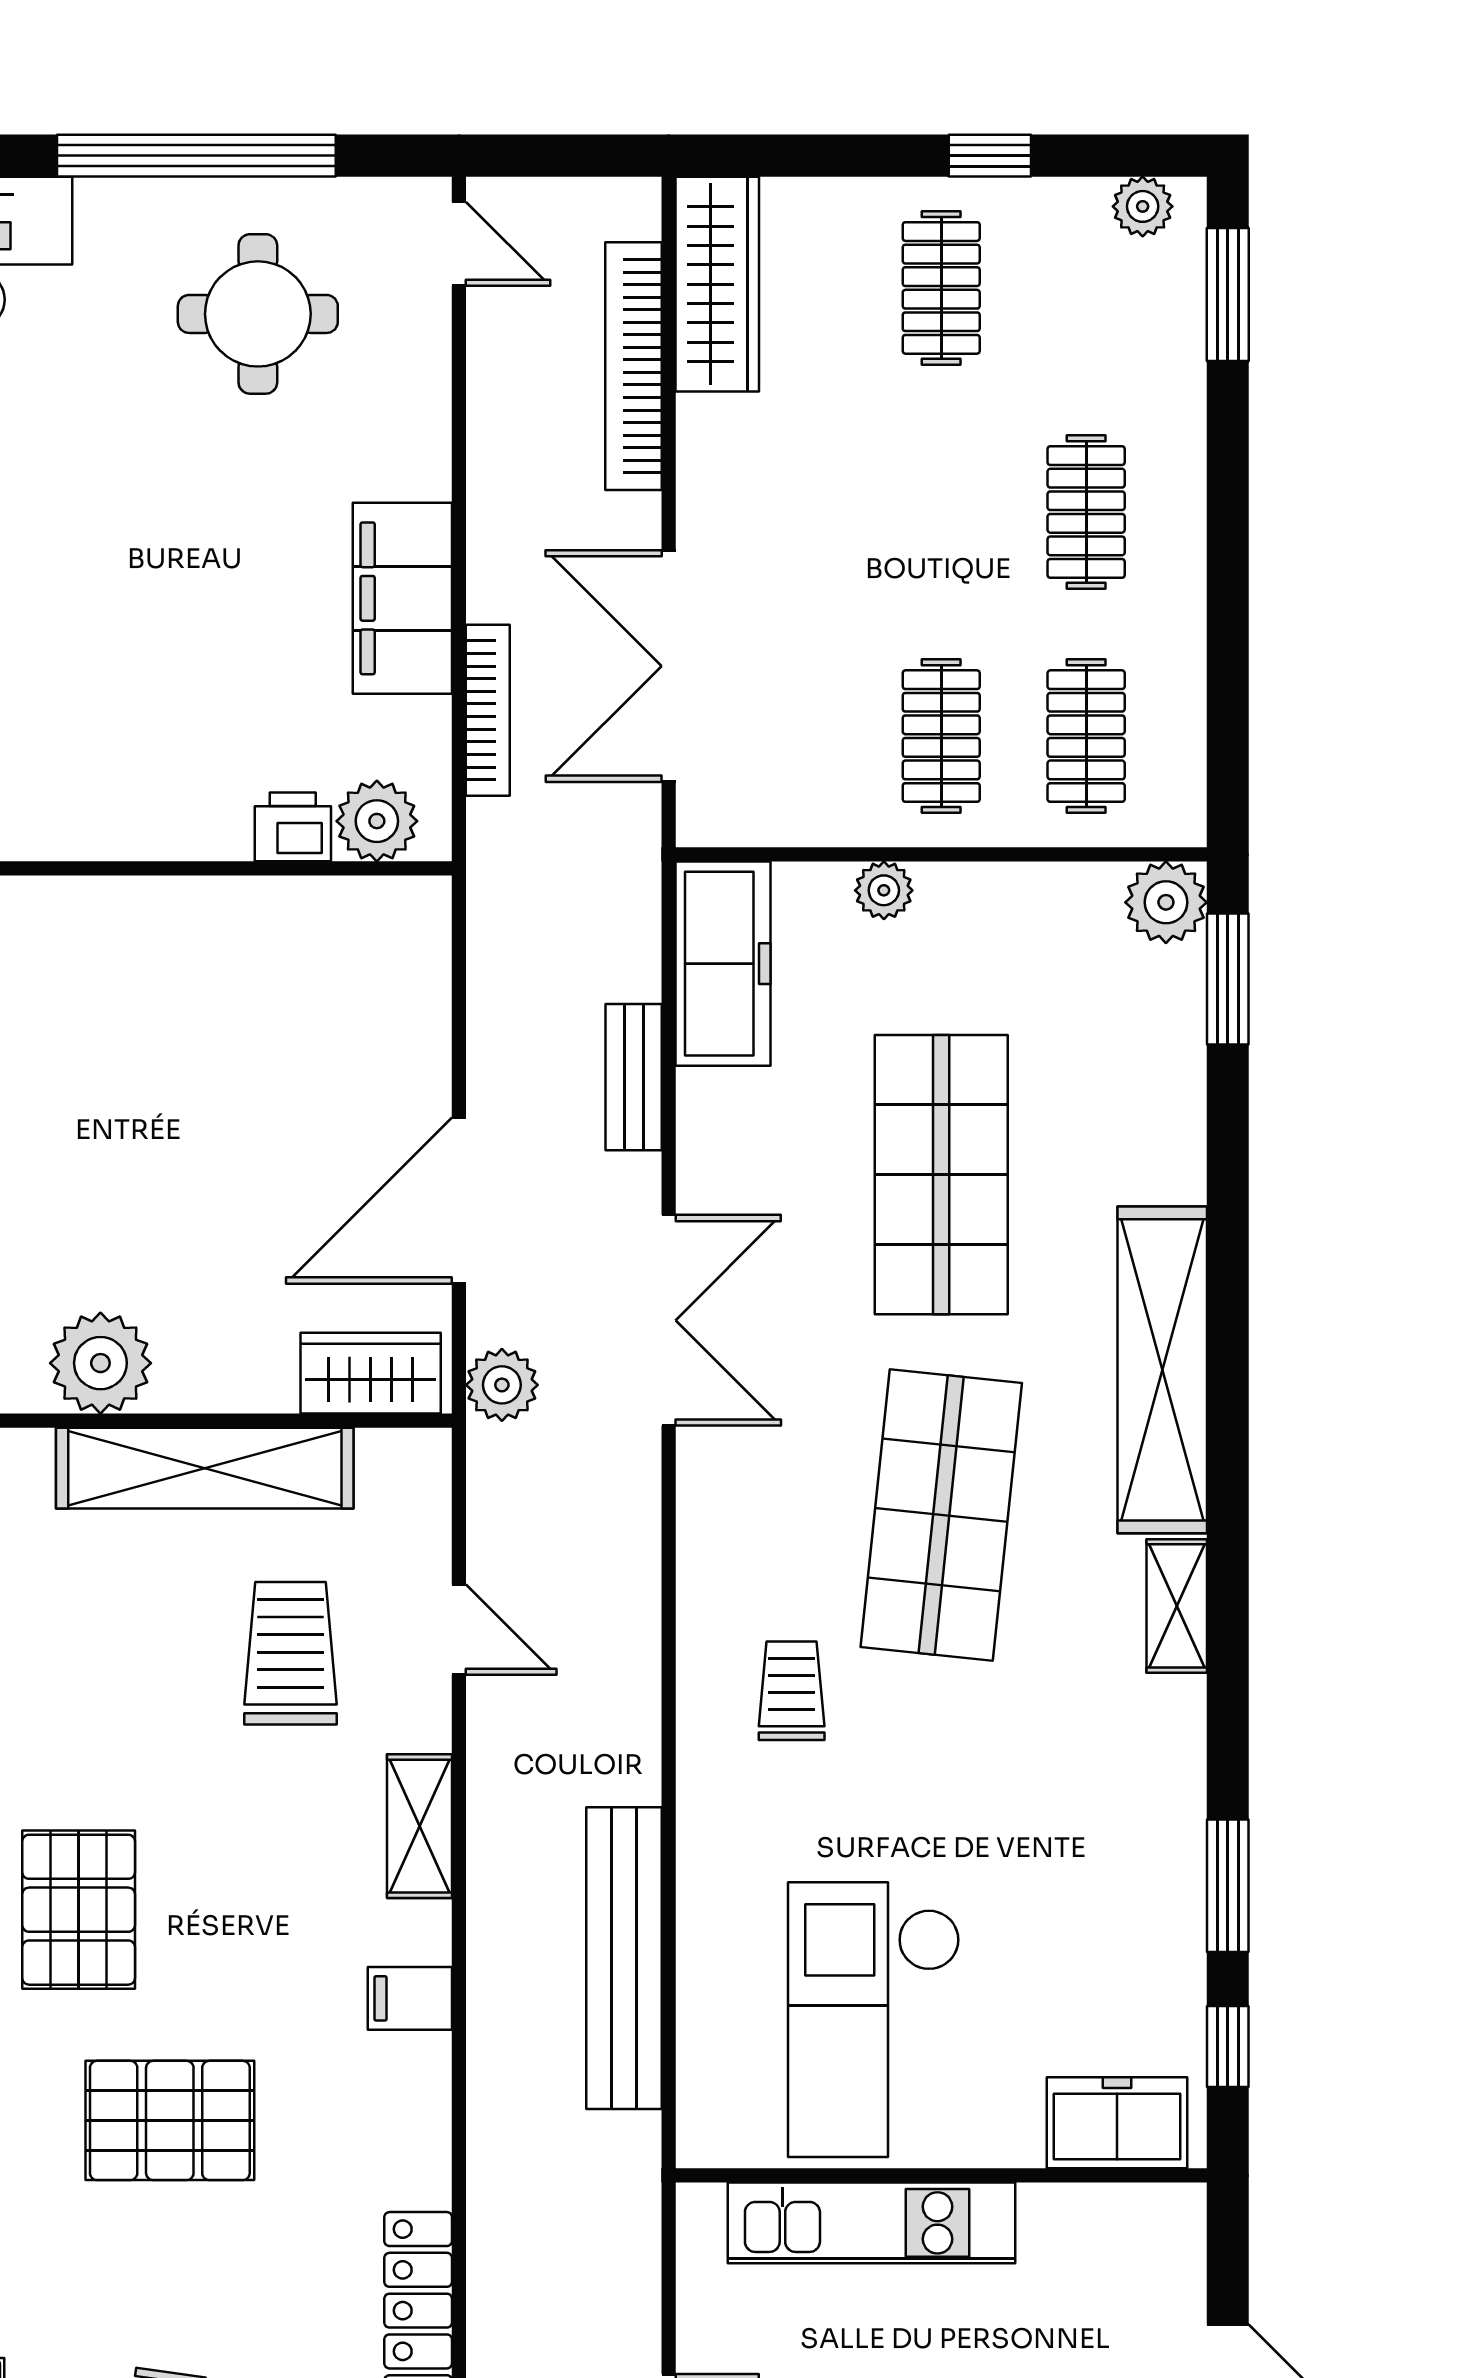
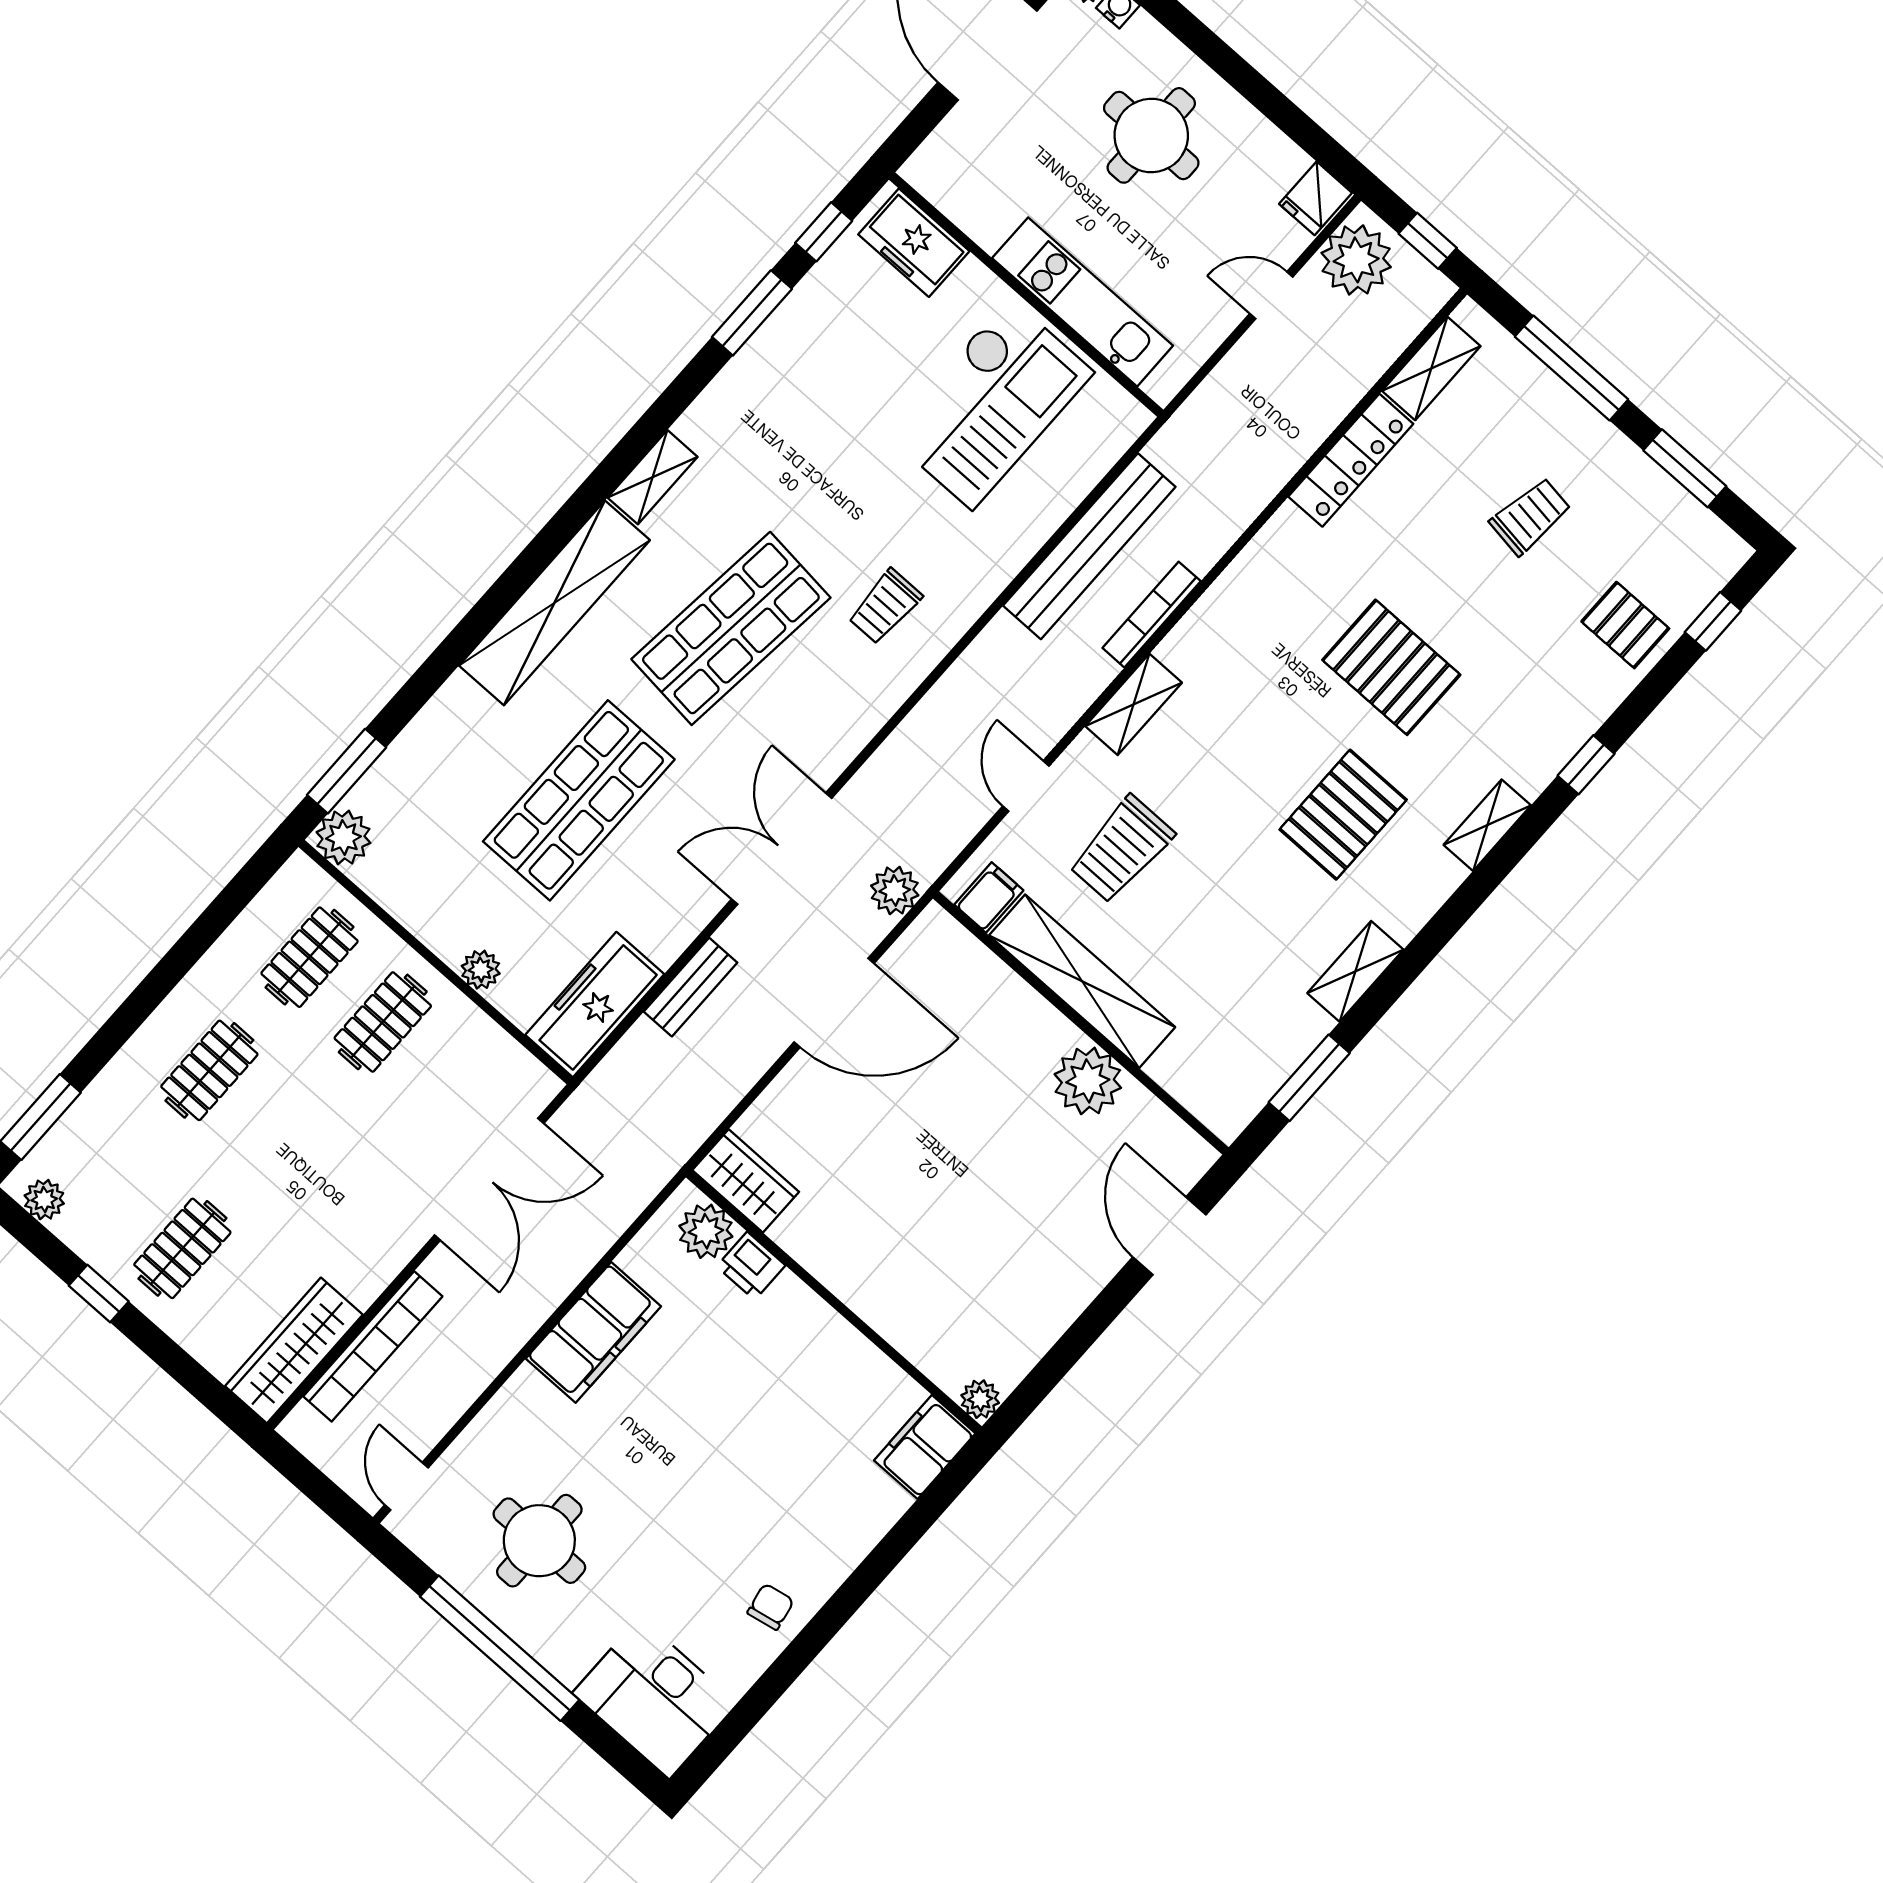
bookcase: (488, 710) -> (1152, 615), moved
wardrobe: (371, 1373) -> (746, 1181), moved, turned 180
filing cabinet: (410, 1998) -> (989, 897), moved, turned -90

